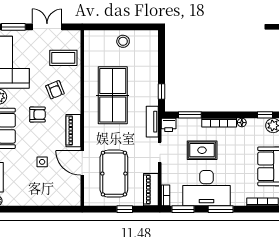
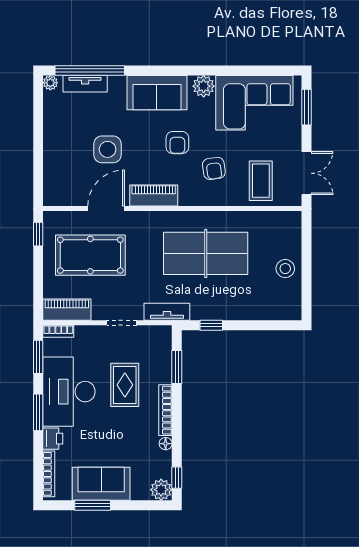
double door: (47, 27) -> (306, 173), moved
armchair: (55, 90) -> (214, 168), turned -76
printer: (169, 125) -> (53, 439), moved, turned 180
side table: (42, 162) -> (108, 149), width x1.87, depth x1.87
window: (125, 209) -> (38, 234), moved

